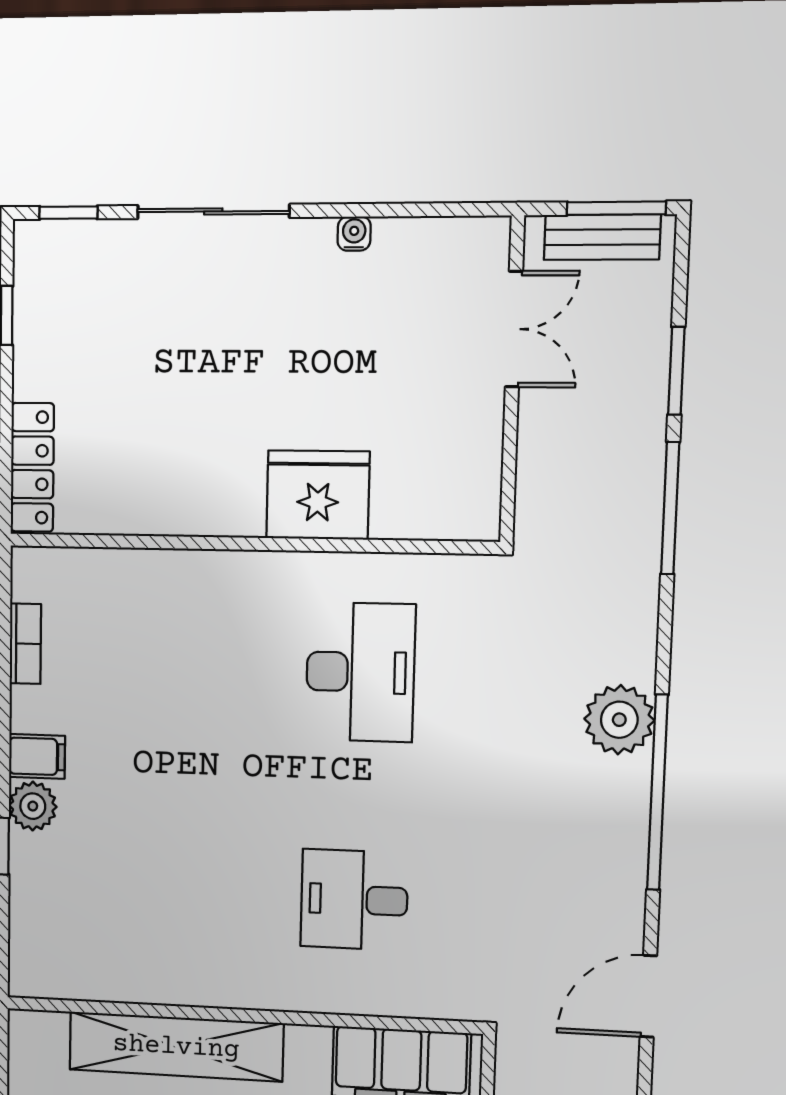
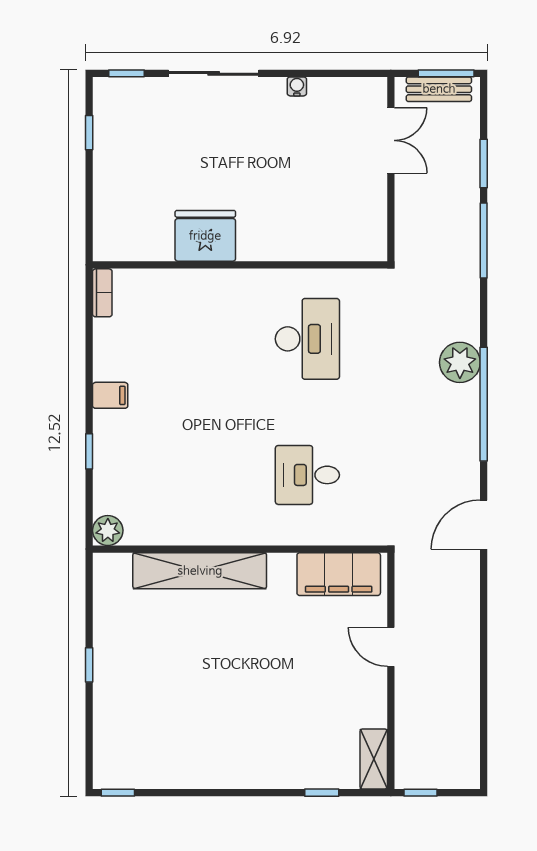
locker: (32, 467) -> (106, 222), removed
fridge: (318, 495) -> (205, 236), moved
bookcase: (25, 644) -> (102, 293), moved
plant: (33, 806) -> (108, 530), moved

